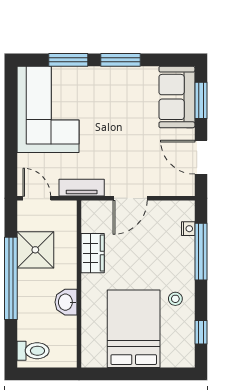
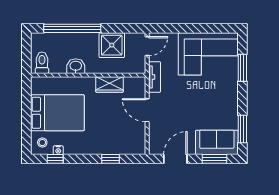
window: (120, 60) -> (242, 129), moved
nightstand: (188, 229) -> (58, 150), moved
window: (201, 252) -> (111, 159), width x0.46
window: (11, 278) -> (72, 28), moved
stool: (175, 299) -> (42, 143), moved
toilet: (33, 351) -> (42, 63), moved, turned 180

